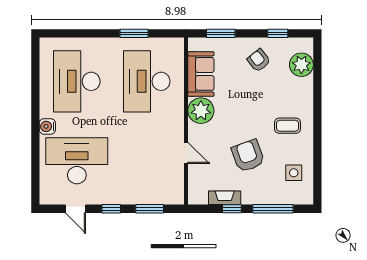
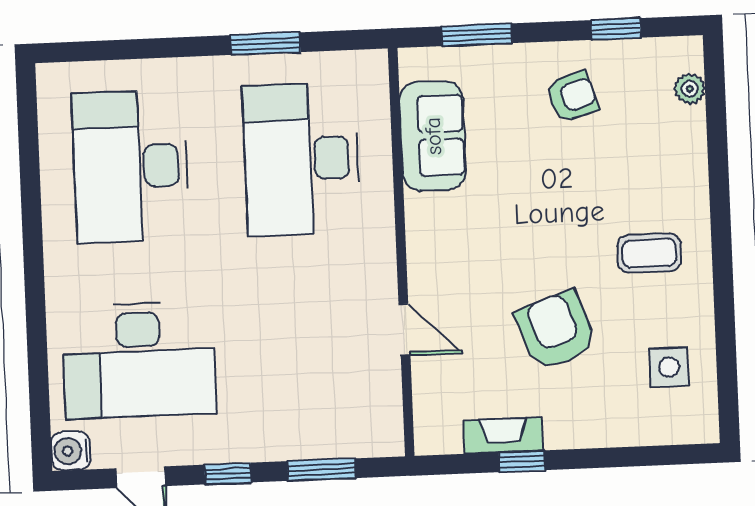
armchair: (259, 60) -> (572, 97), turned 110
plant: (301, 65) -> (690, 89), width x0.53, depth x0.53
plant: (201, 111) -> (436, 225), removed
water cooler: (47, 126) -> (71, 451), moved
desk: (77, 161) -> (139, 360), turned 180
window: (273, 209) -> (622, 457), removed

